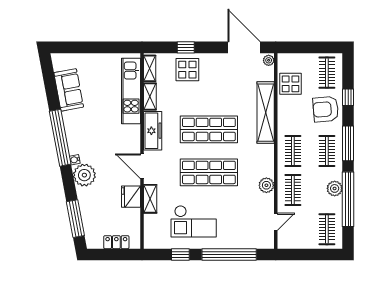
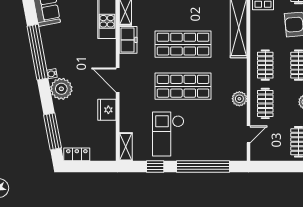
freezer: (153, 131) -> (128, 40), width x0.71
shelving: (150, 199) -> (126, 147), moved
checkout: (194, 221) -> (168, 134), turned 90
locker: (116, 242) -> (77, 154), moved

